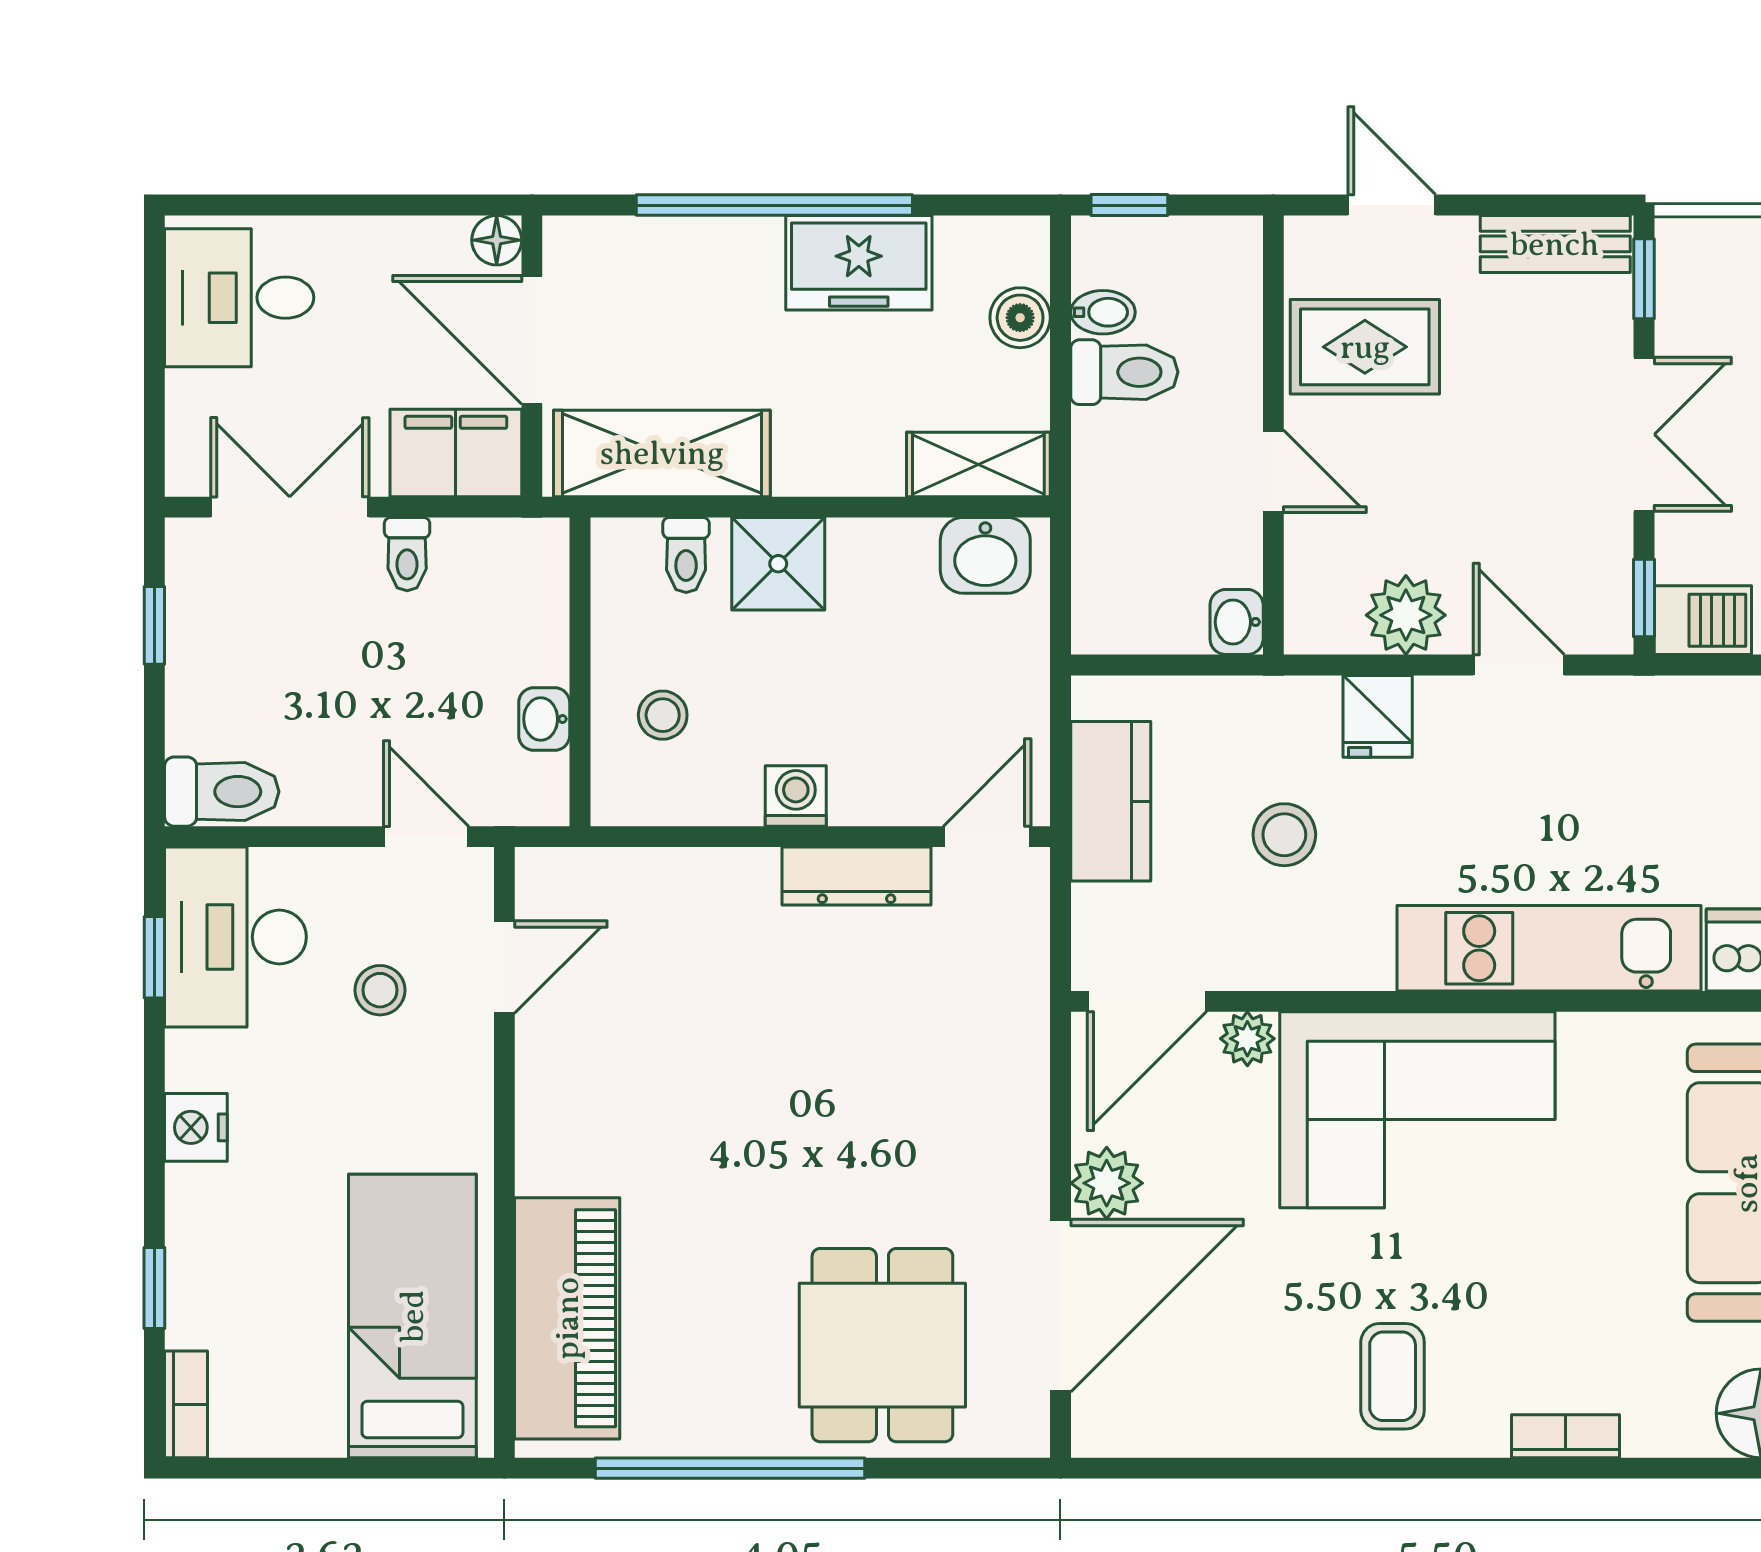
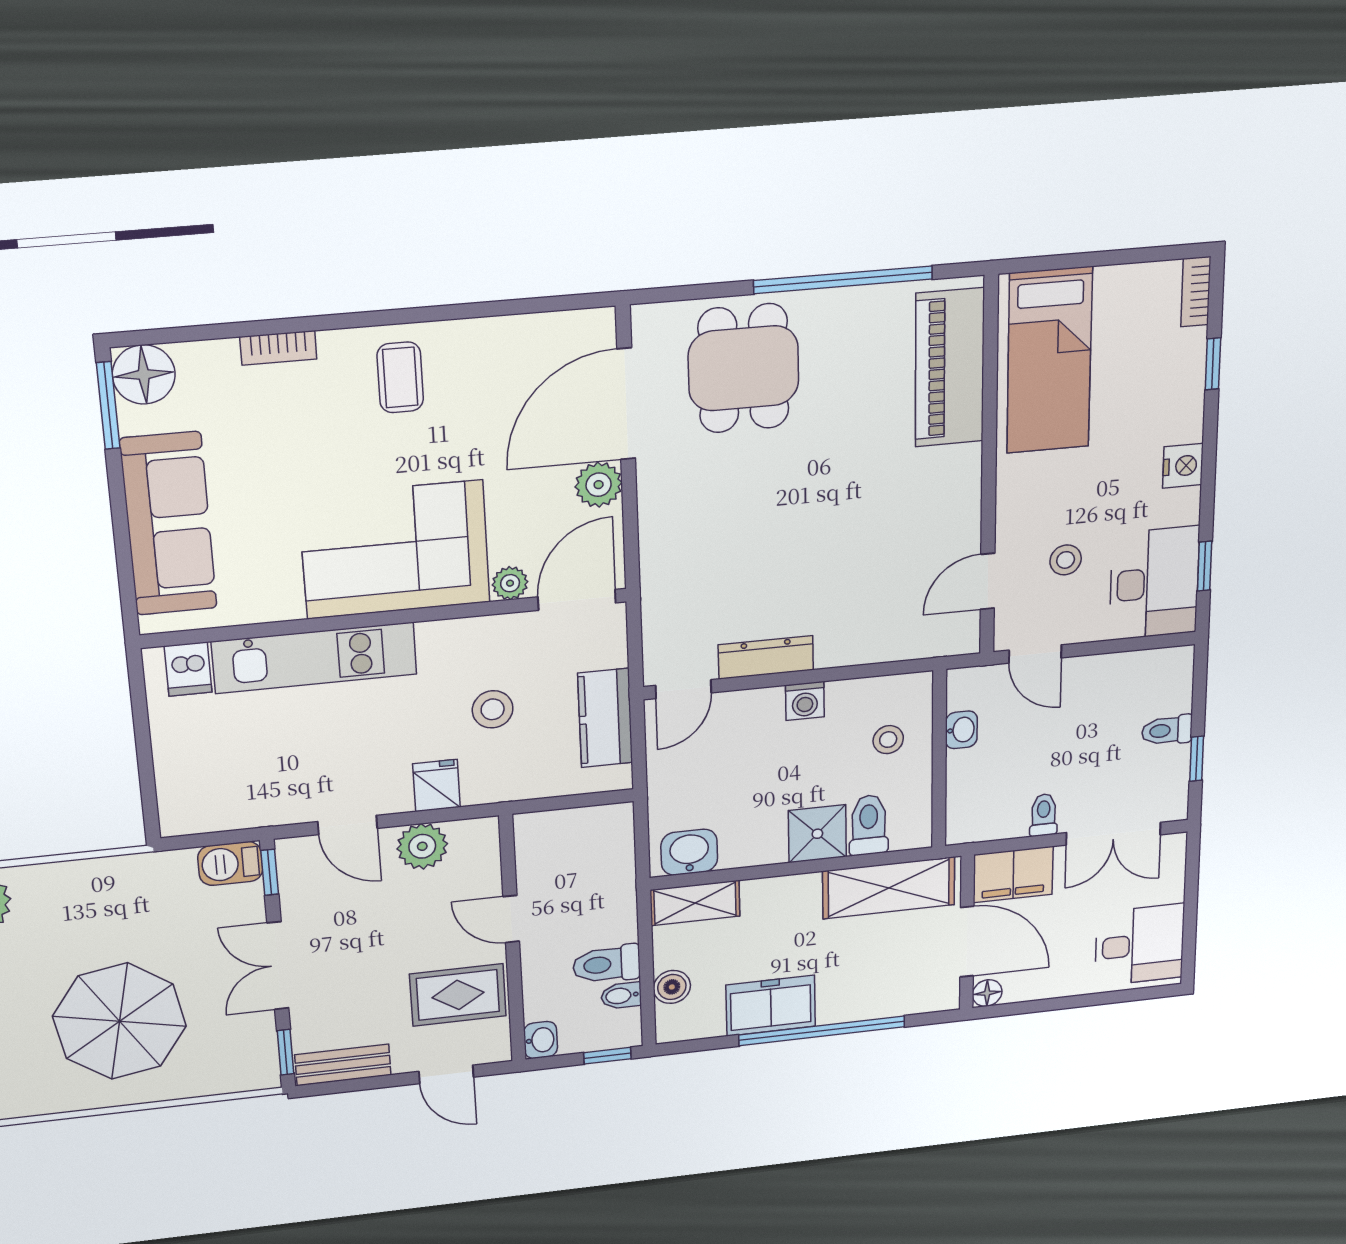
toilet: (686, 555) -> (869, 825), width x1.37, depth x1.39
washbasin: (1237, 622) -> (541, 1040), moved
toilet: (222, 792) -> (1167, 730), moved, width x0.73, depth x0.72

